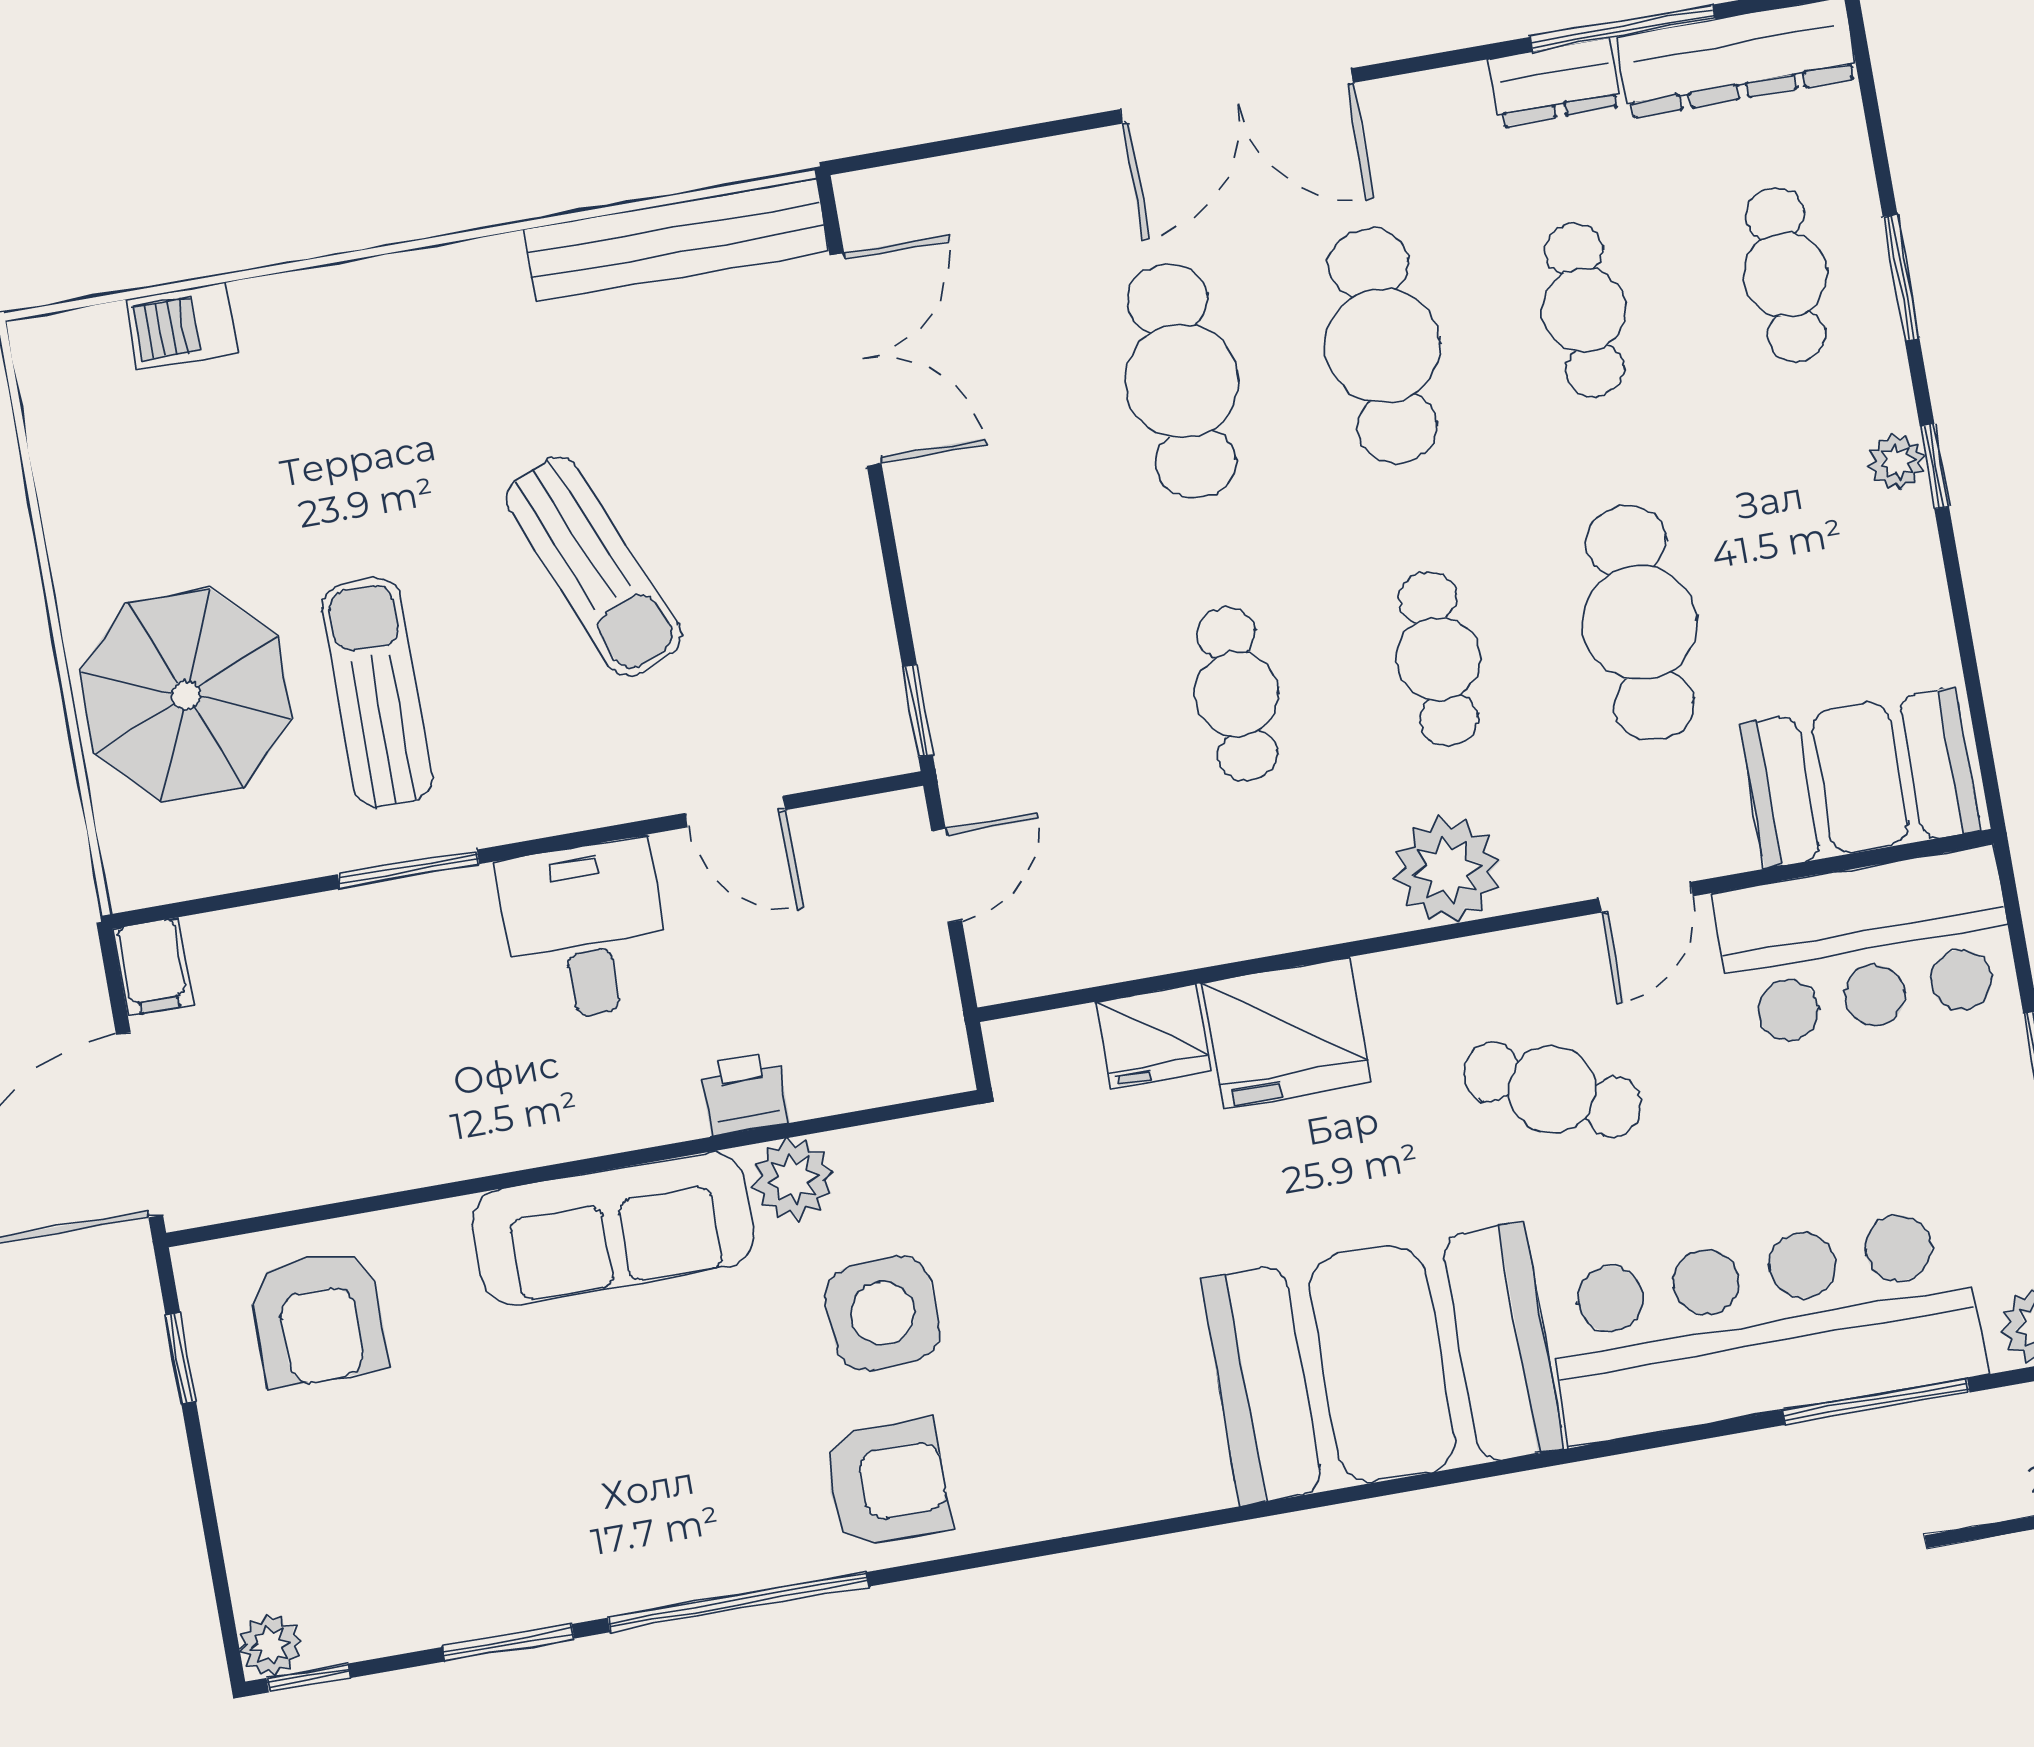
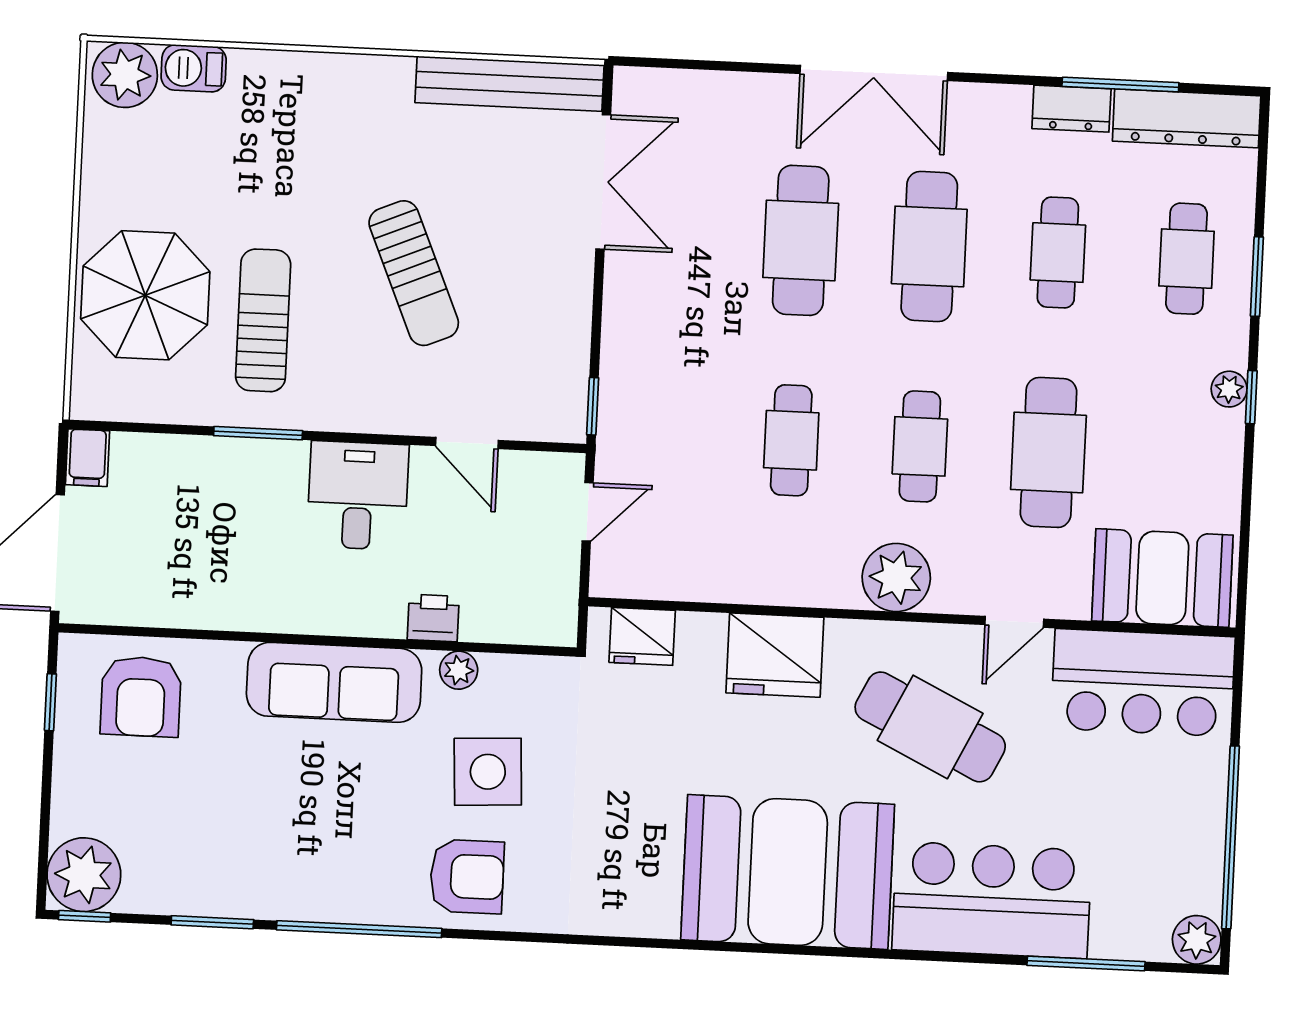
plant: (77, 361) -> (125, 75), added
fridge: (1153, 1036) -> (642, 636), moved
cafe table: (1552, 1089) -> (930, 727), width x1.37, depth x1.35
plant: (793, 1179) -> (459, 670), width x0.73, depth x0.73
bar counter: (1764, 1326) -> (992, 900), width x0.73
plant: (271, 1645) -> (84, 875), width x1.87, depth x1.87

